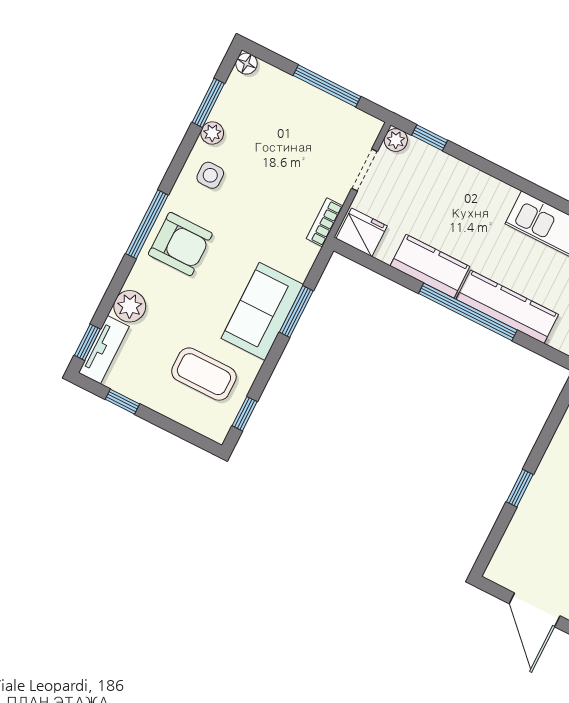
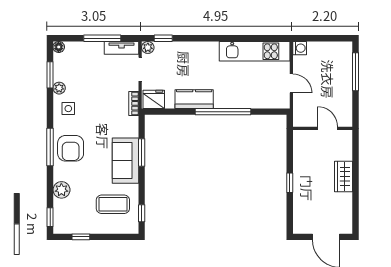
armchair: (180, 244) -> (71, 148), turned 90
kitchen counter: (507, 307) -> (240, 100), removed
tv unit: (104, 350) -> (121, 48), moved, turned 90

